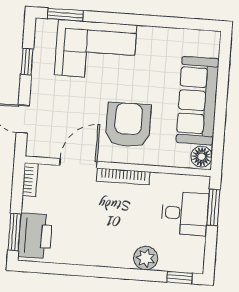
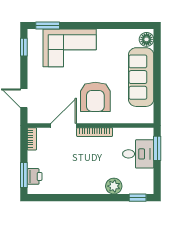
window: (27, 62) -> (24, 47), moved
armchair: (128, 125) -> (95, 97), turned 180
floor lamp: (201, 157) -> (147, 39), moved
printer: (35, 236) -> (35, 176), width x0.53, depth x0.68

